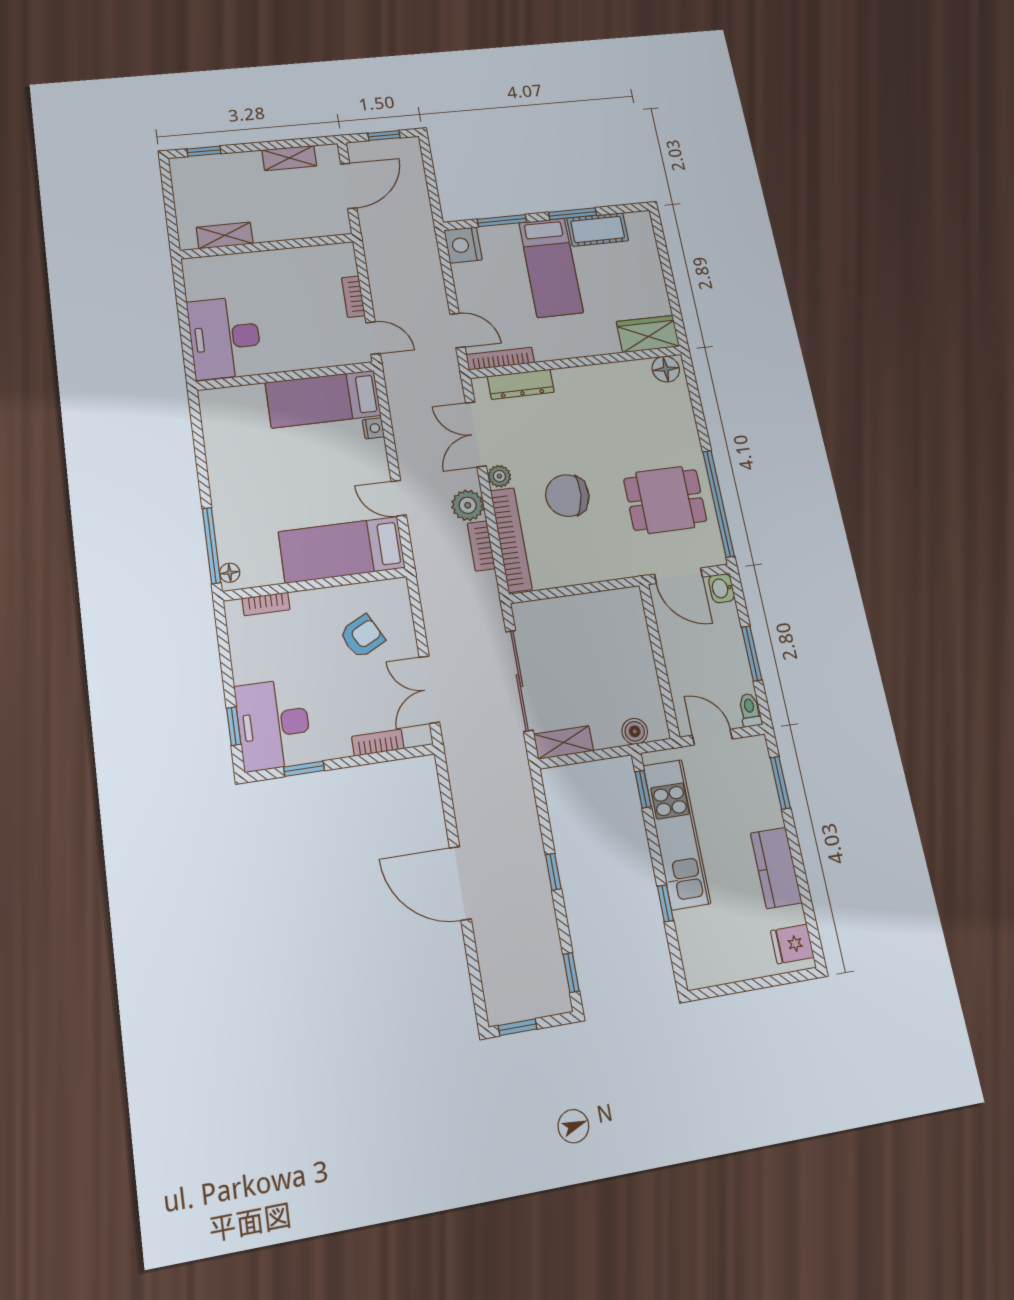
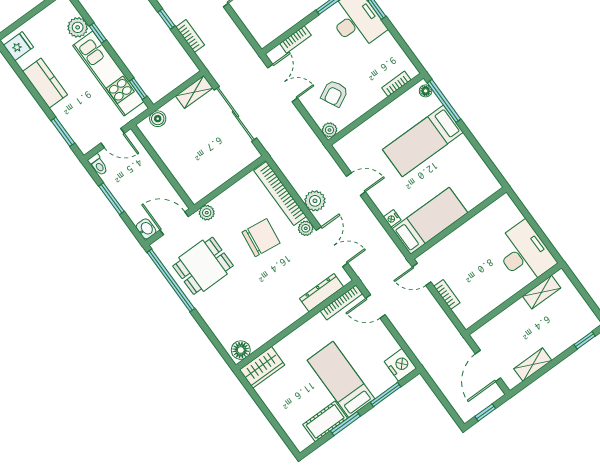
desk: (225, 338) -> (524, 253), moved
bookcase: (481, 546) -> (190, 36), moved
bed: (342, 550) -> (423, 141), moved, turned 180
plant: (627, 567) -> (207, 213), added
plant: (397, 589) -> (329, 130), added
plant: (692, 927) -> (78, 27), added

